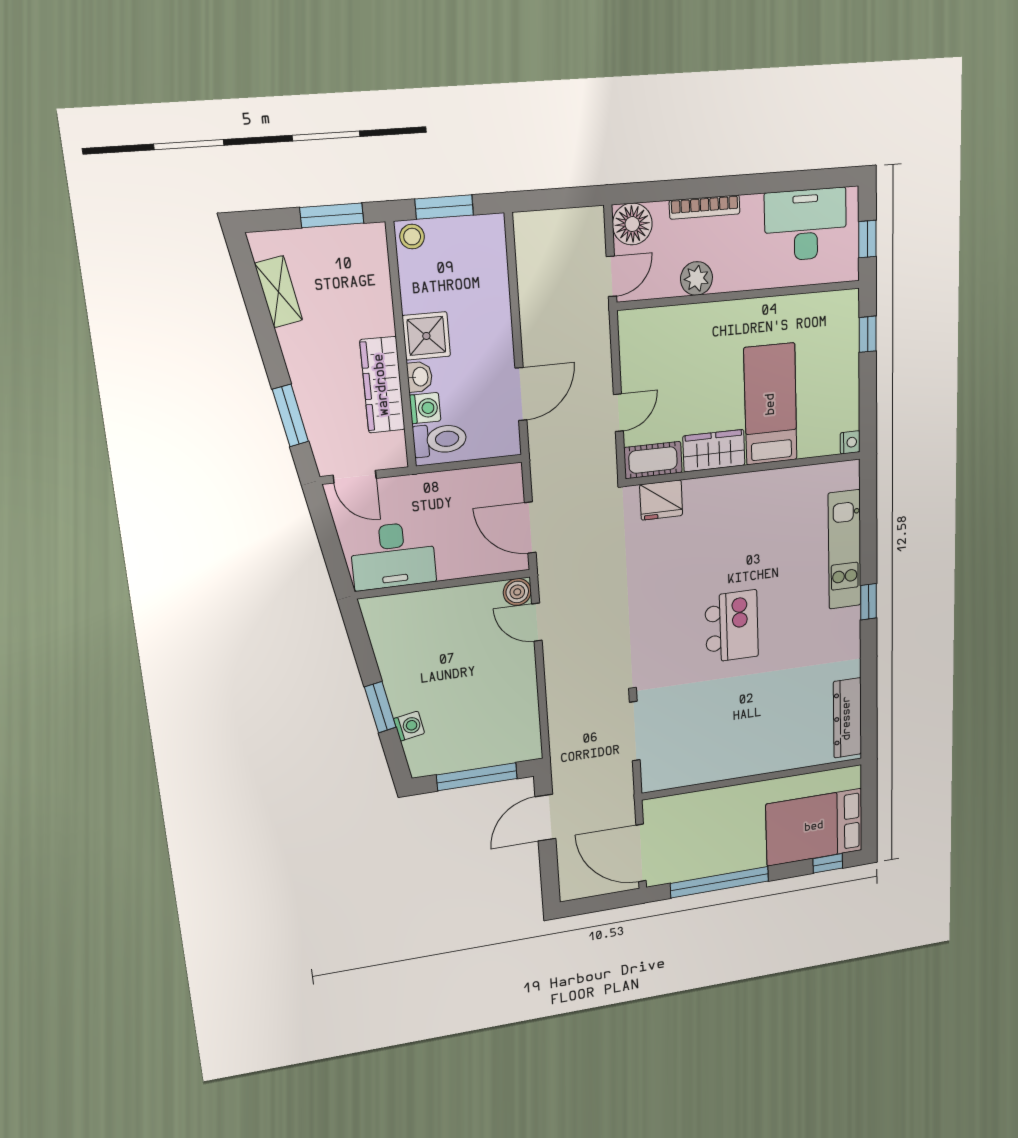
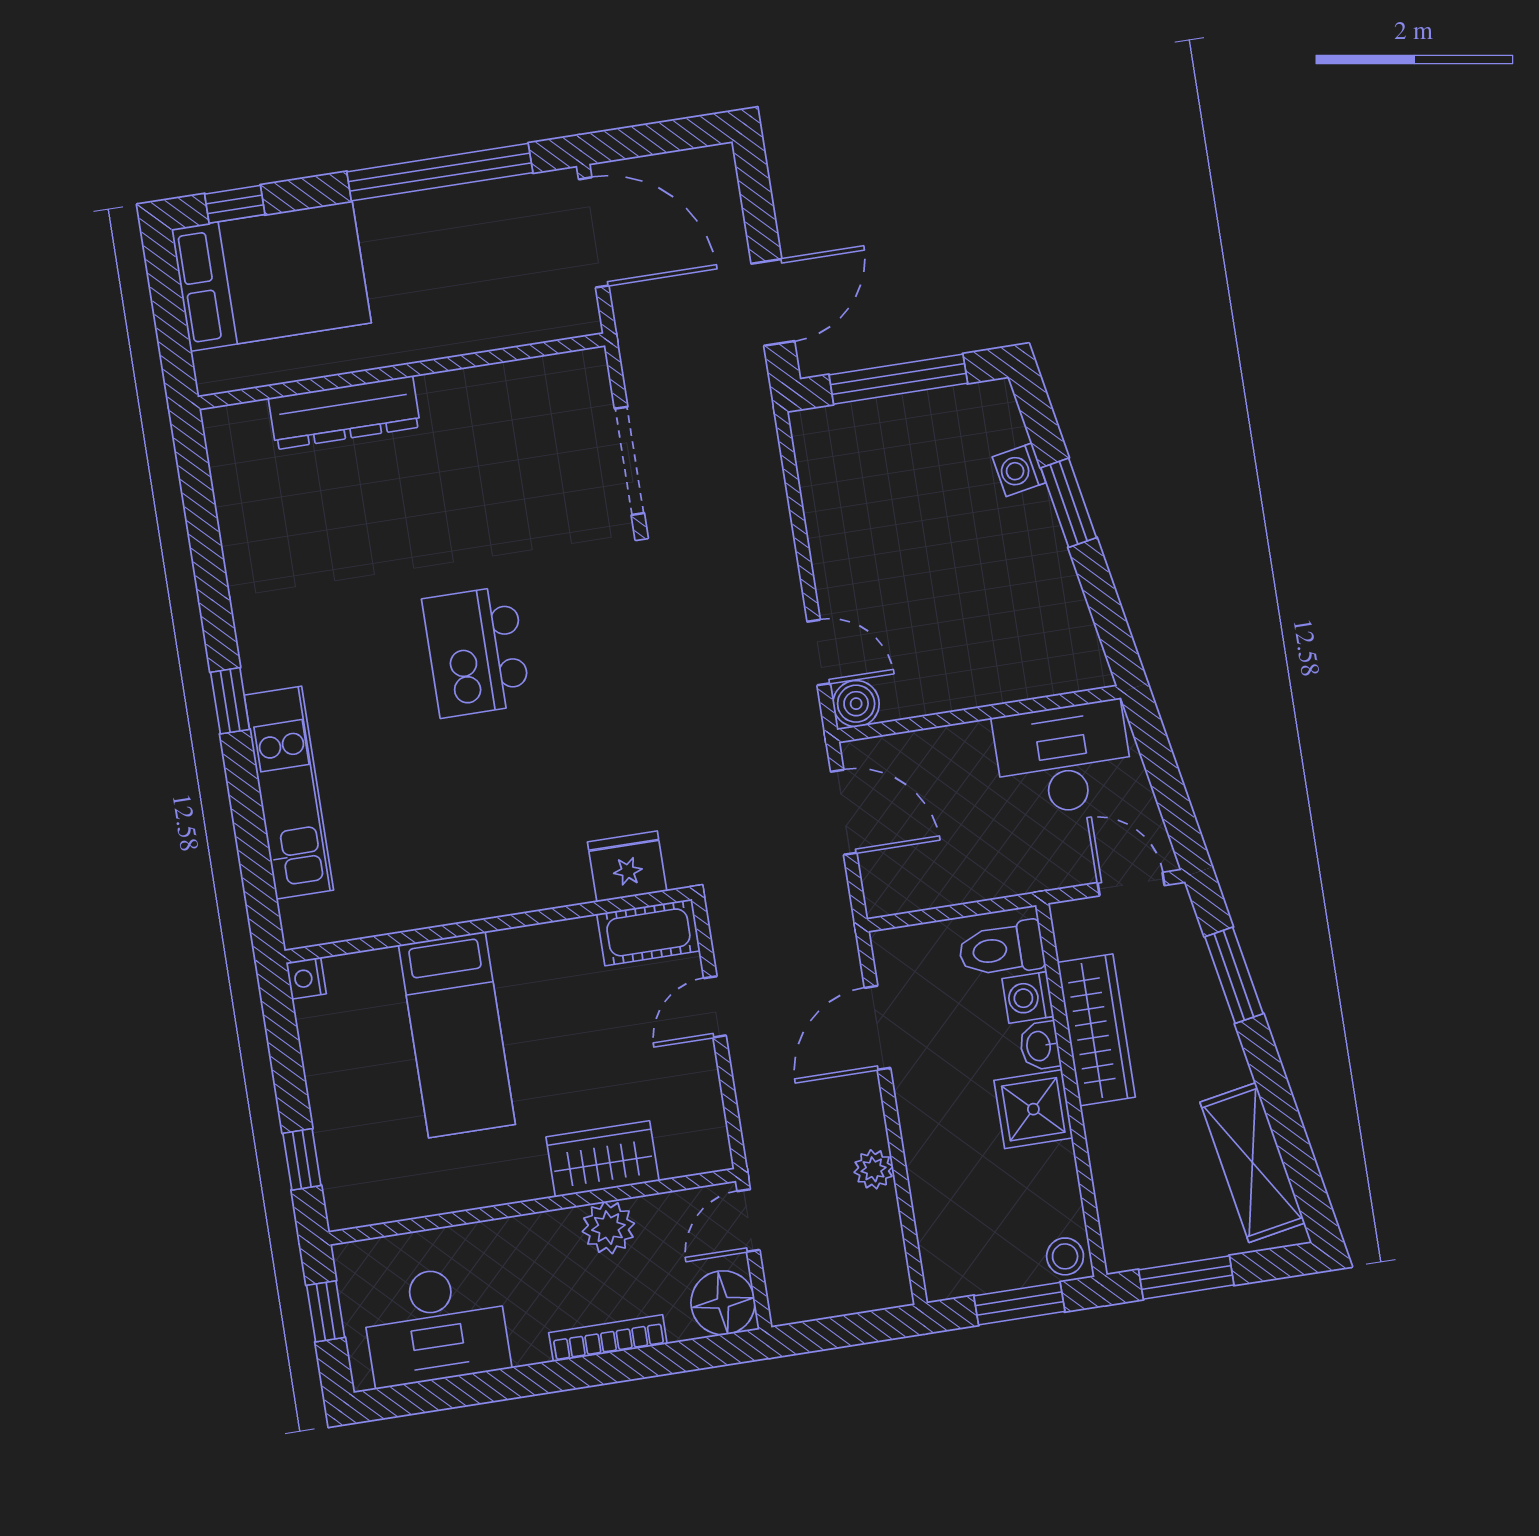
shelving: (279, 292) -> (1252, 1163), width x1.50, depth x1.33
plant: (531, 304) -> (874, 1169), added
wardrobe: (714, 451) -> (602, 1159), moved, turned 180
dresser: (847, 718) -> (344, 413), moved, turned 90

